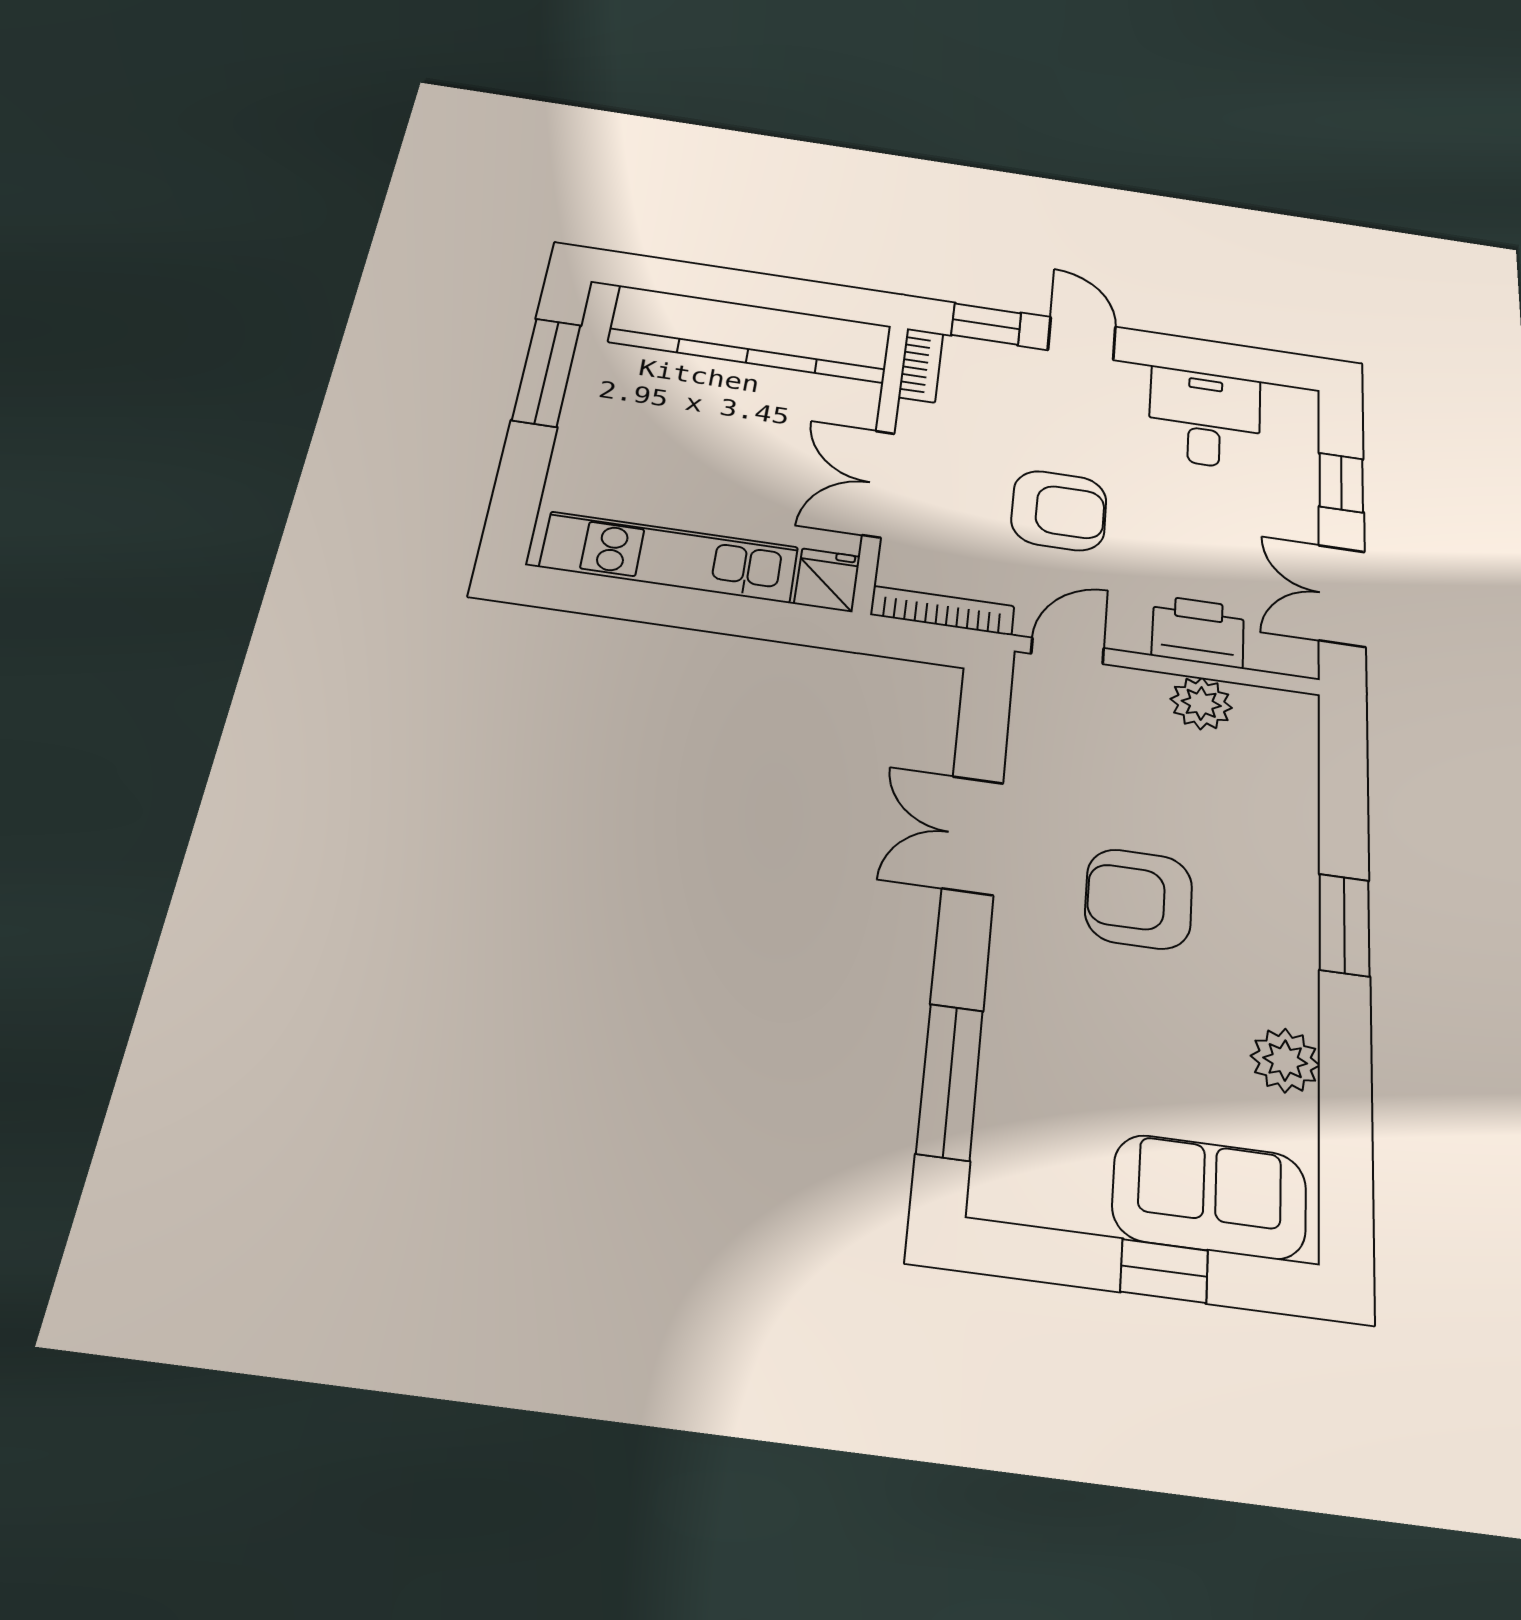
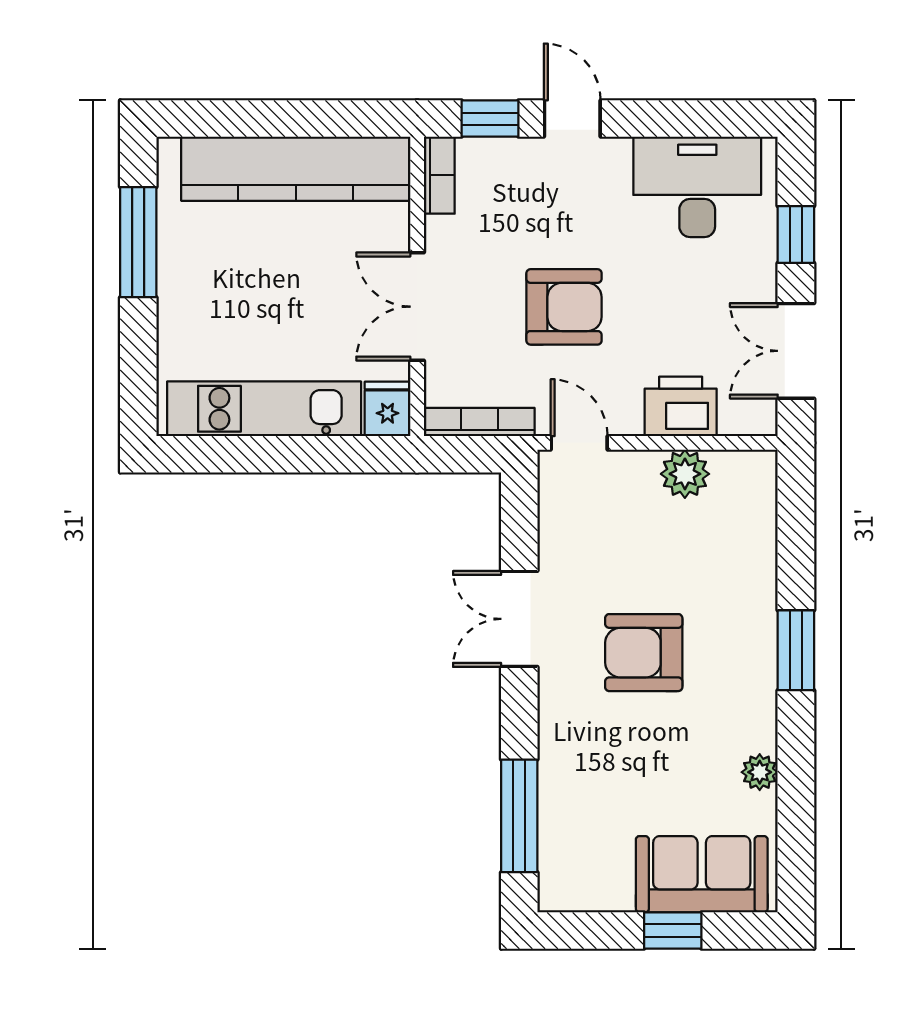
desk: (1205, 418) -> (697, 187), width x1.37
door: (1068, 651) -> (579, 443), hinge flipped
plant: (1285, 1060) -> (760, 772), width x0.73, depth x0.73

